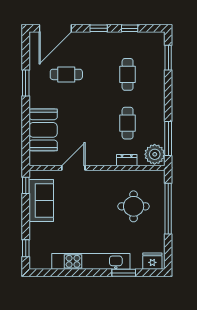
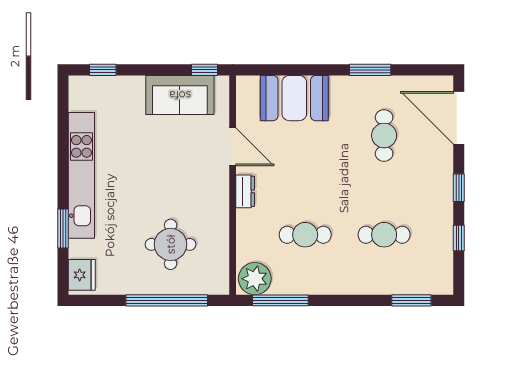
dresser: (127, 160) -> (245, 191), moved

